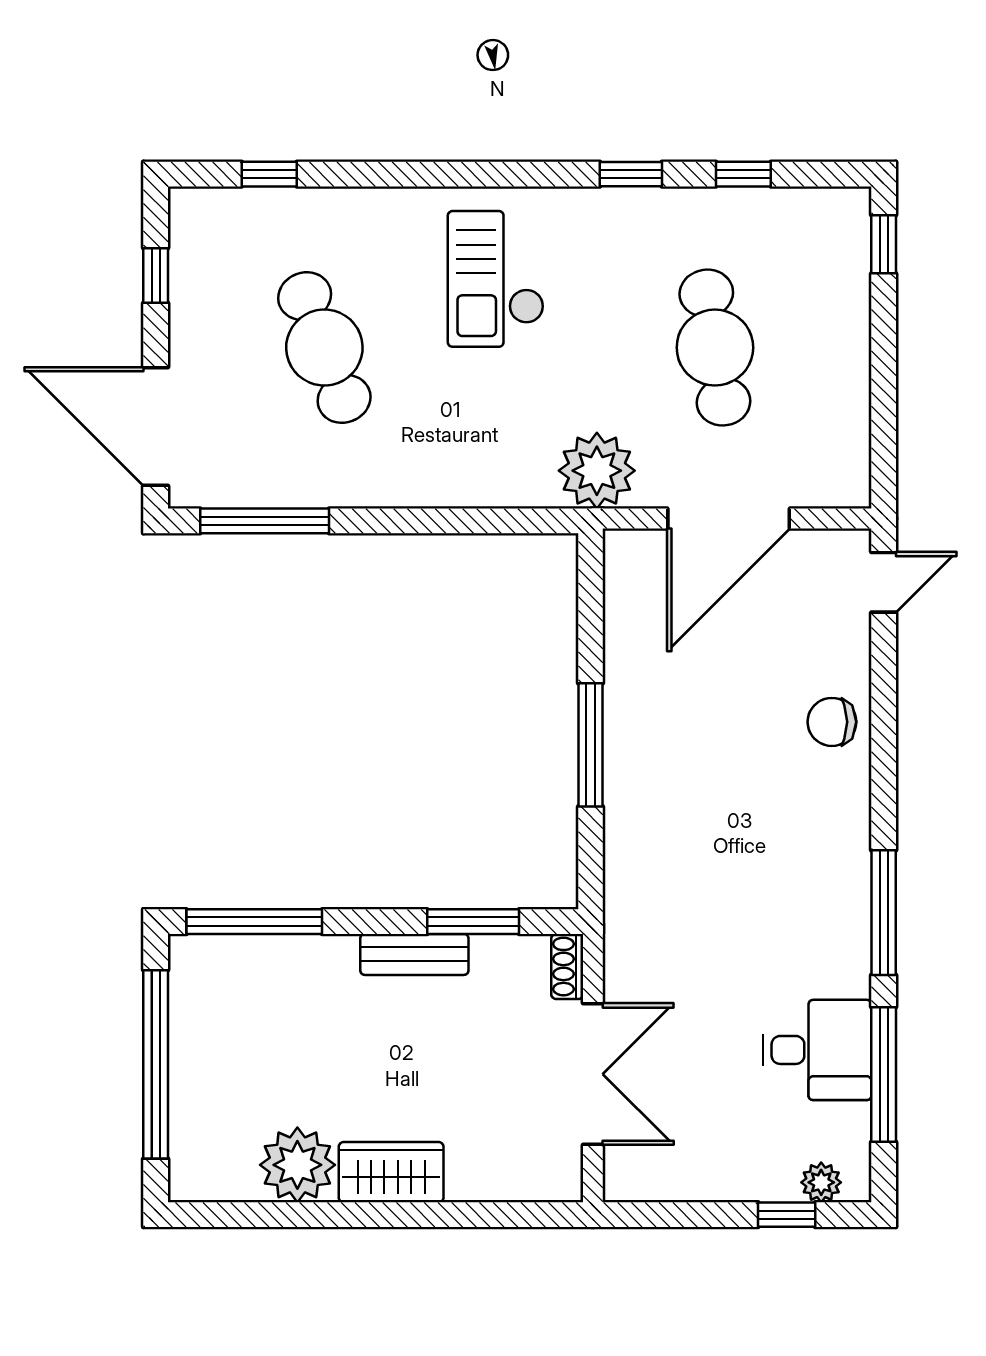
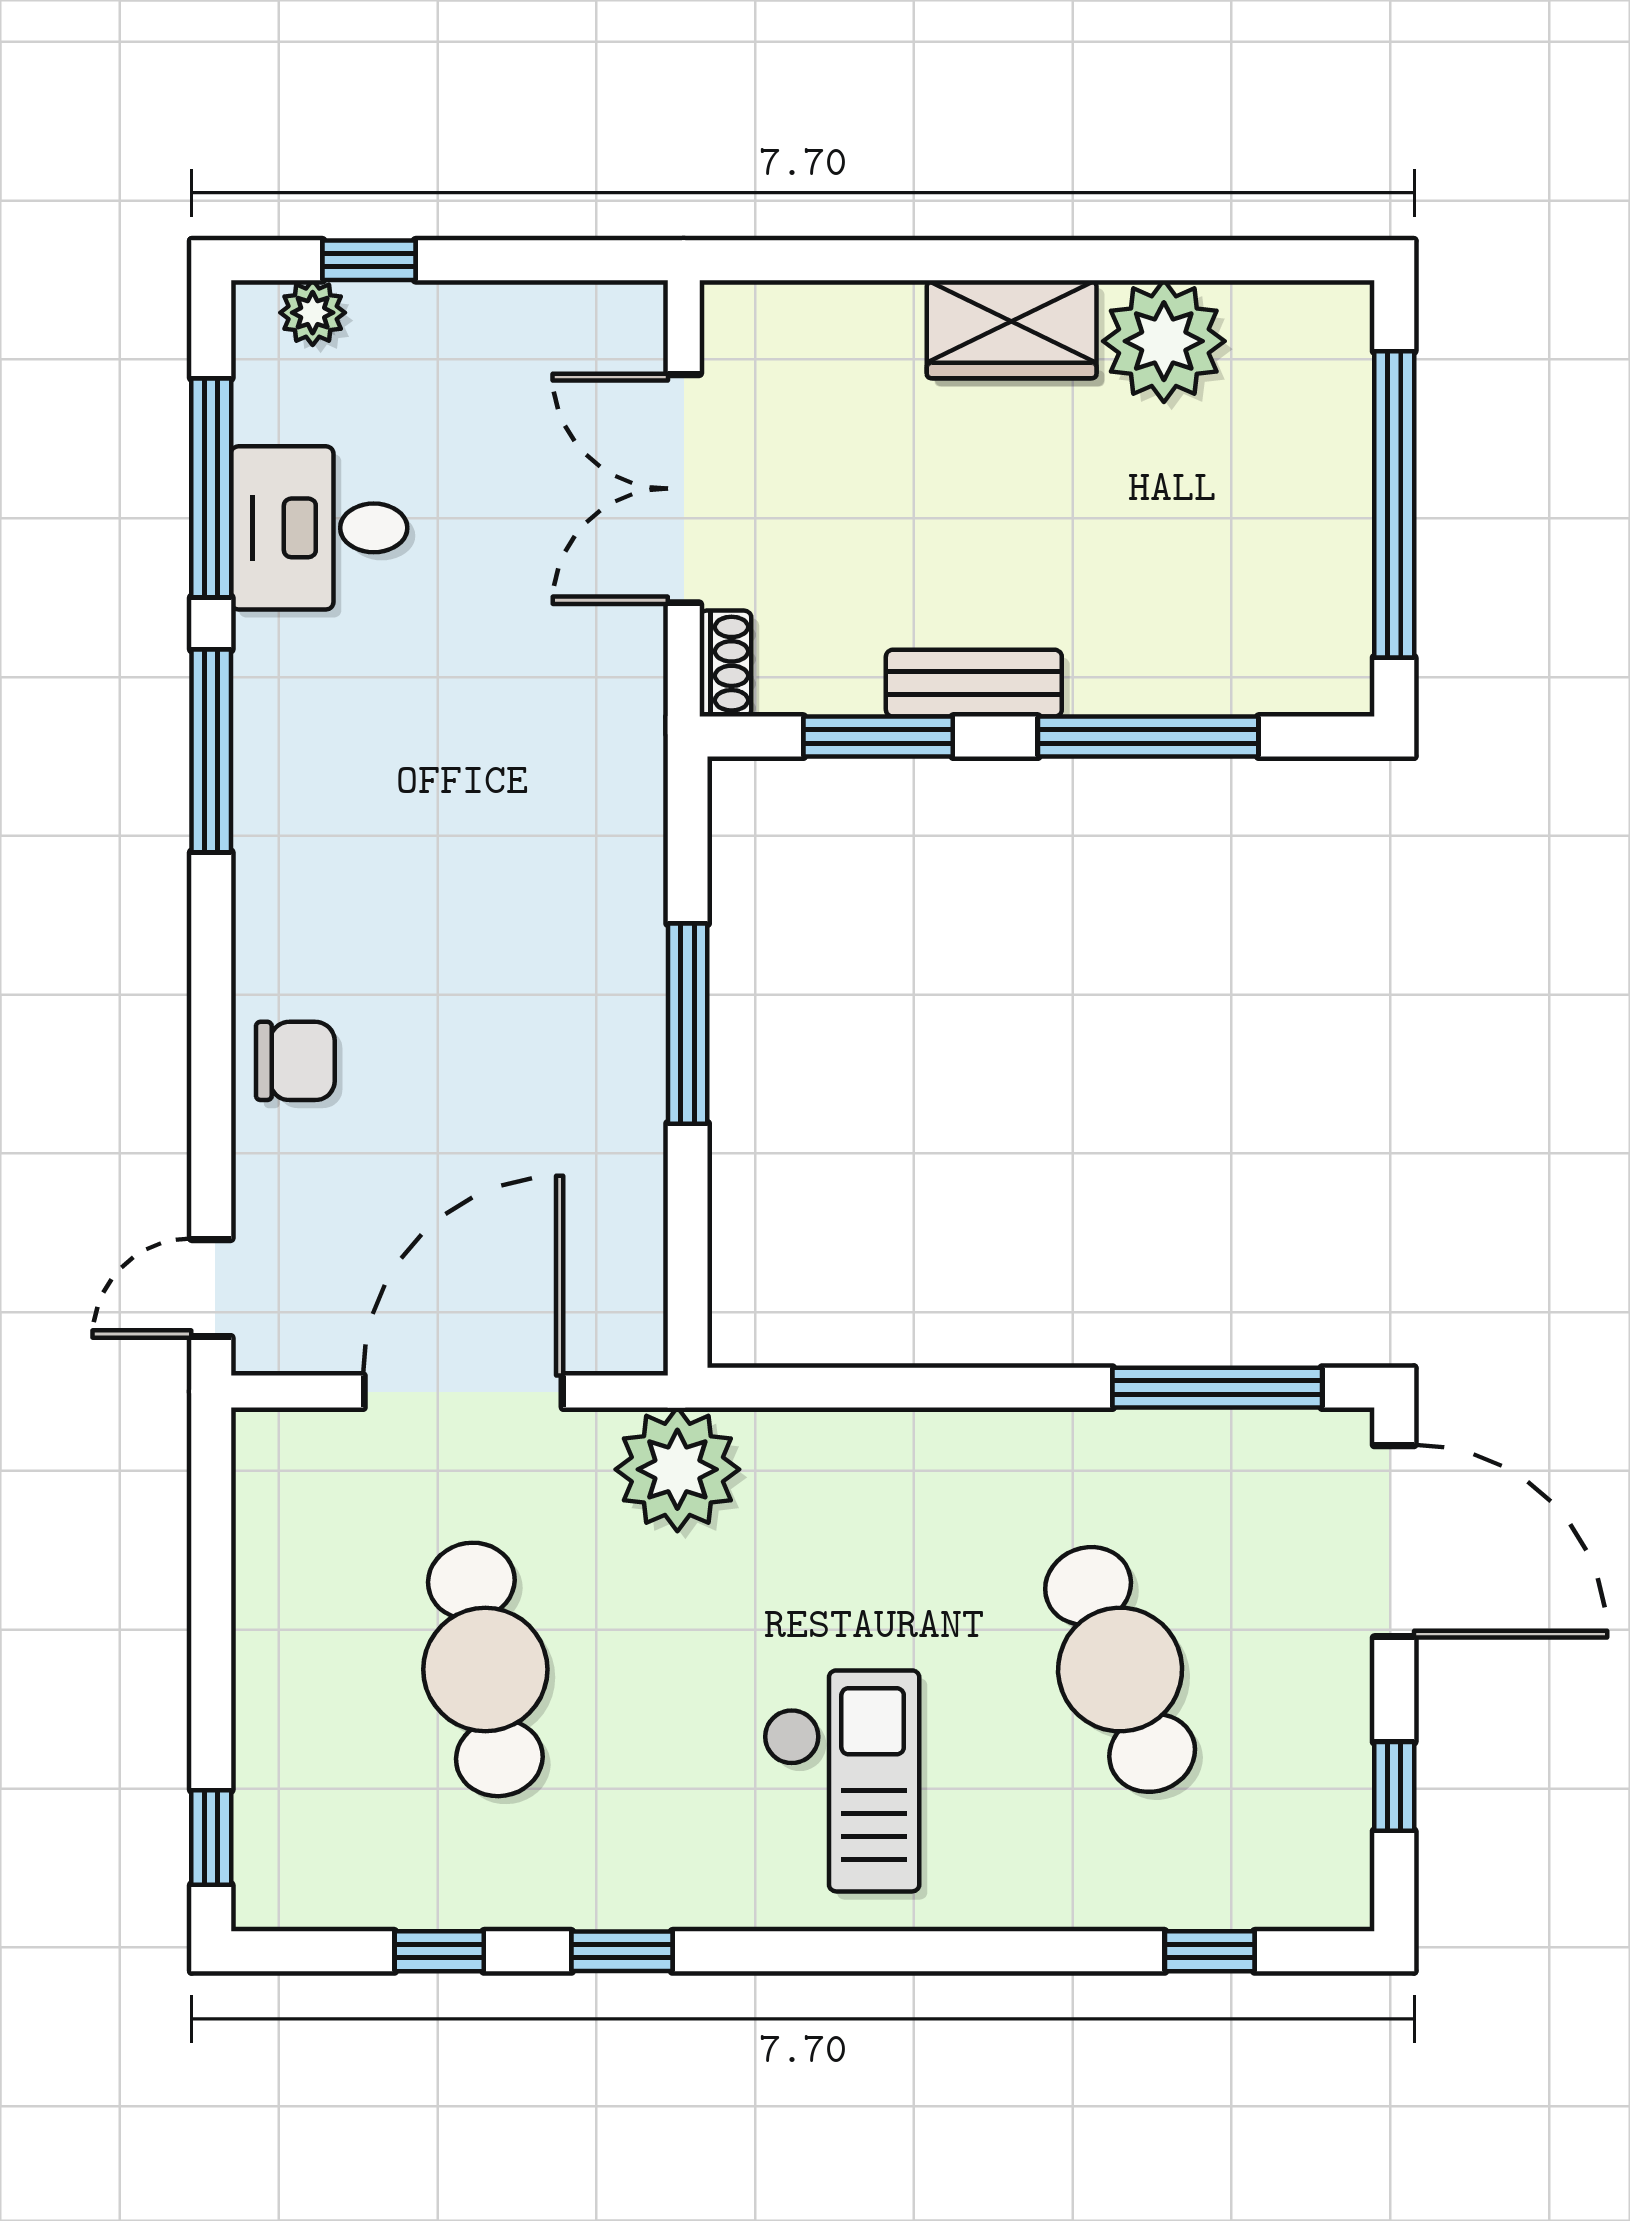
window: (254, 922) -> (1148, 737), moved

